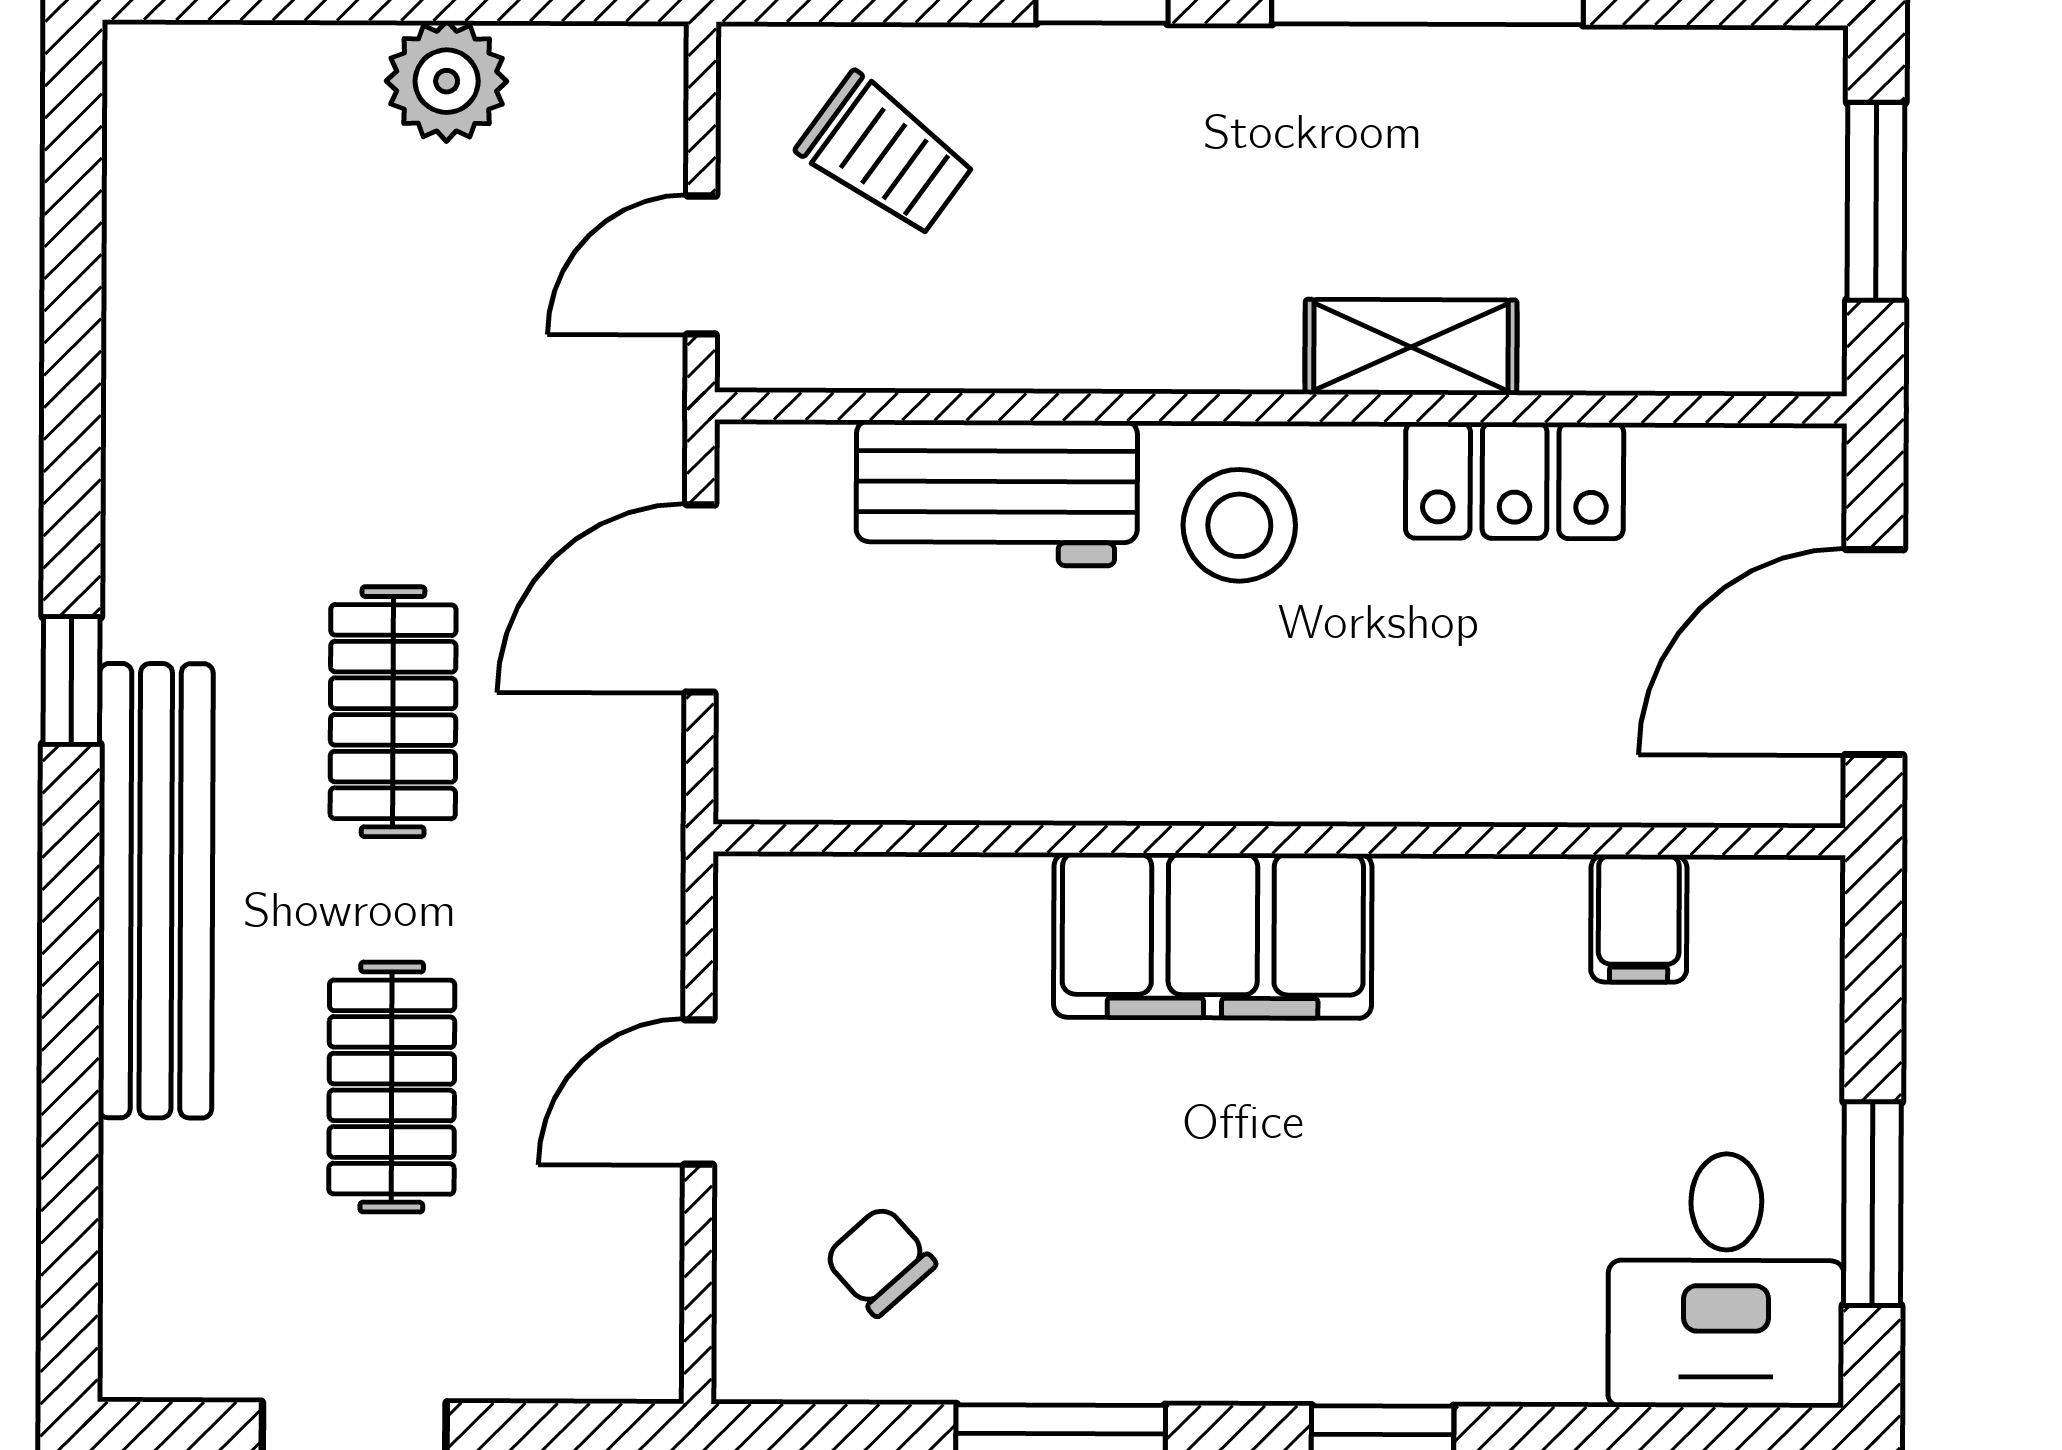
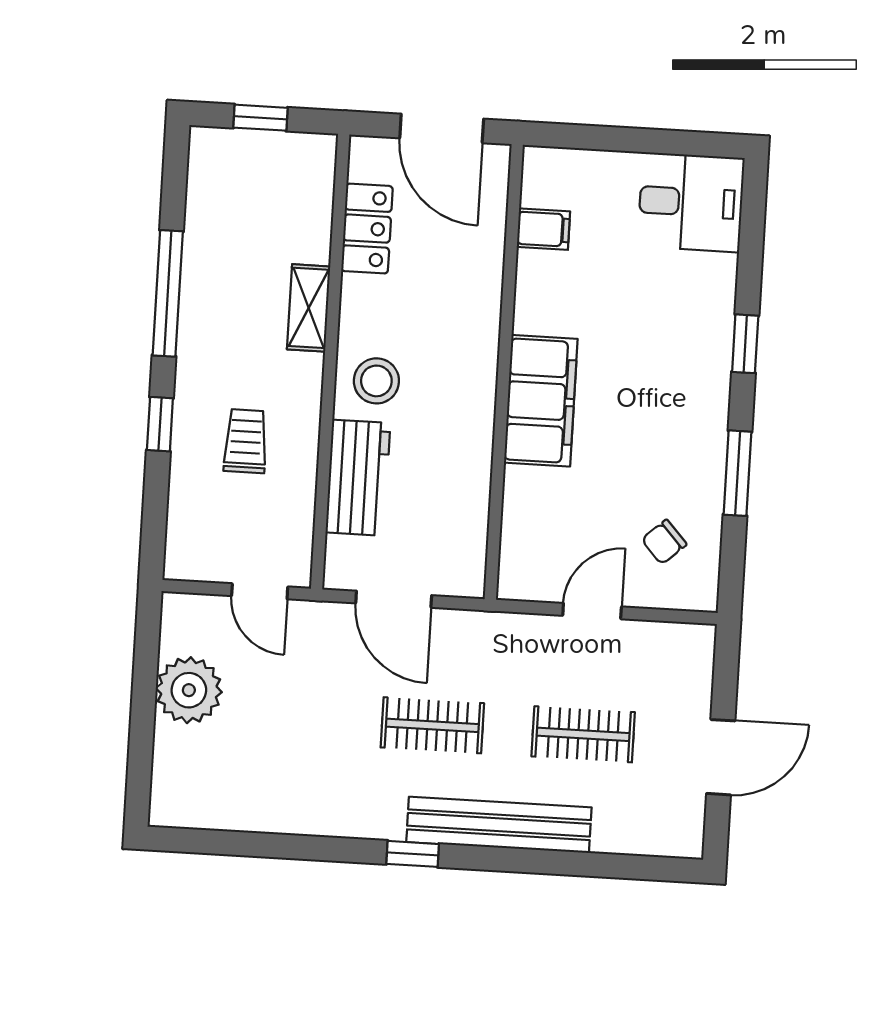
plant: (447, 81) -> (189, 690), width x1.36, depth x1.36
trolley: (886, 155) -> (246, 441), moved, turned -36
window: (1876, 201) -> (260, 118), width x0.67
locker: (1515, 480) -> (367, 229), moved
door: (699, 1092) -> (592, 611), swing flipped
window: (1872, 1204) -> (663, 142), removed

